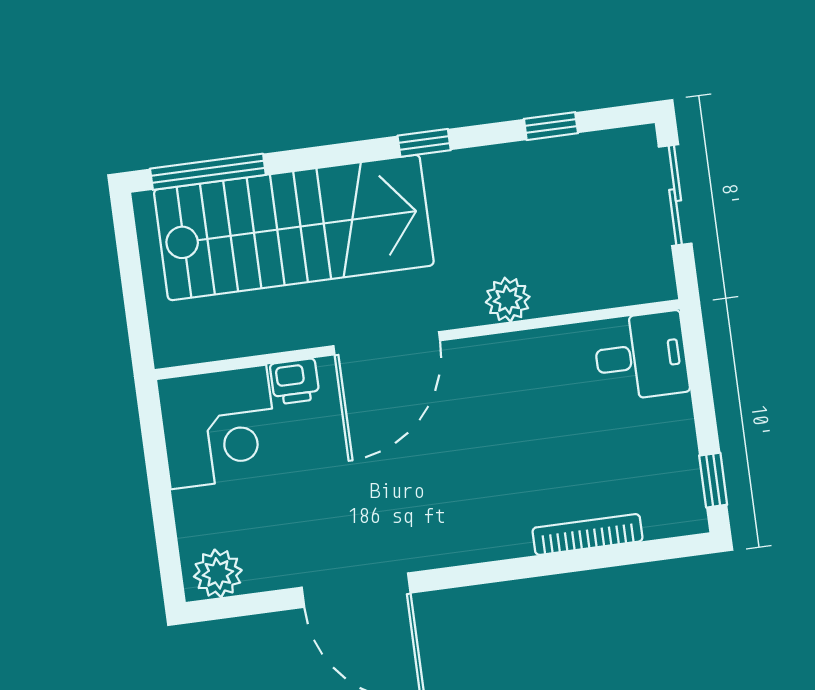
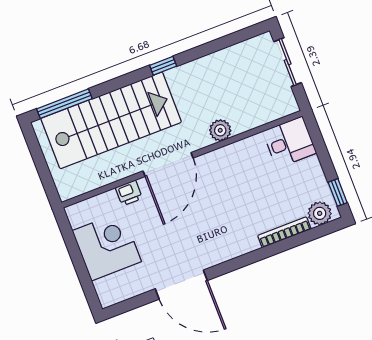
window: (551, 126) -> (221, 43), removed
corner desk: (218, 427) -> (107, 246), moved, turned -90
plant: (218, 573) -> (320, 213), moved

